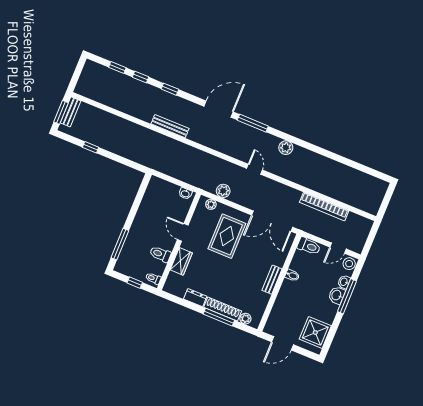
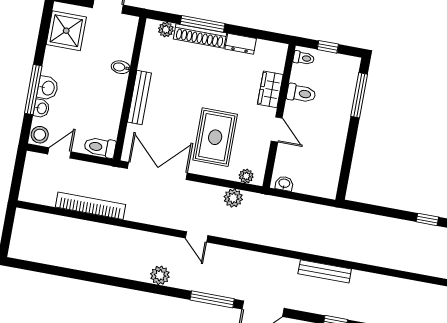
bidet: (292, 275) -> (121, 67), moved
bench: (272, 280) -> (139, 98), width x1.36

